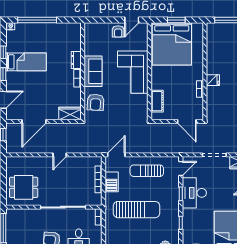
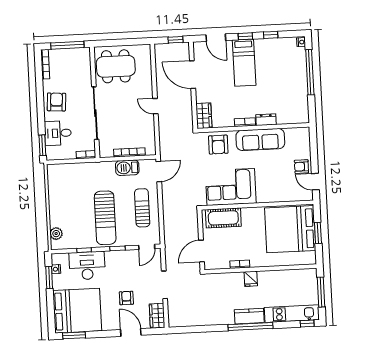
bed: (26, 62) -> (244, 63), moved
sofa: (93, 71) -> (260, 139), width x1.36
corner sofa: (133, 72) -> (231, 187), moved
cot: (157, 101) -> (223, 218), width x1.37, depth x1.34
armchair: (96, 102) -> (218, 145), turned -93
door: (116, 155) -> (159, 171), hinge flipped
door: (181, 169) -> (147, 247), hinge flipped
dining table: (24, 187) -> (116, 66), width x1.38
armchair: (224, 188) -> (126, 298), added
desk: (194, 193) -> (87, 266), moved
sun lounger: (137, 210) -> (105, 218), moved

